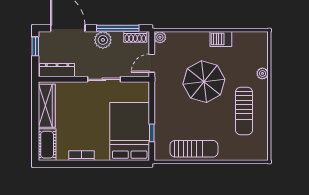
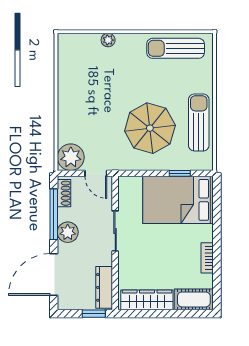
plant: (160, 37) -> (71, 157), width x1.88, depth x1.88
barbecue: (221, 39) -> (67, 90), removed
window: (35, 46) -> (94, 314), moved
parasol: (204, 82) -> (150, 128), moved
sun lounger: (244, 111) -> (176, 48), moved, turned 180

